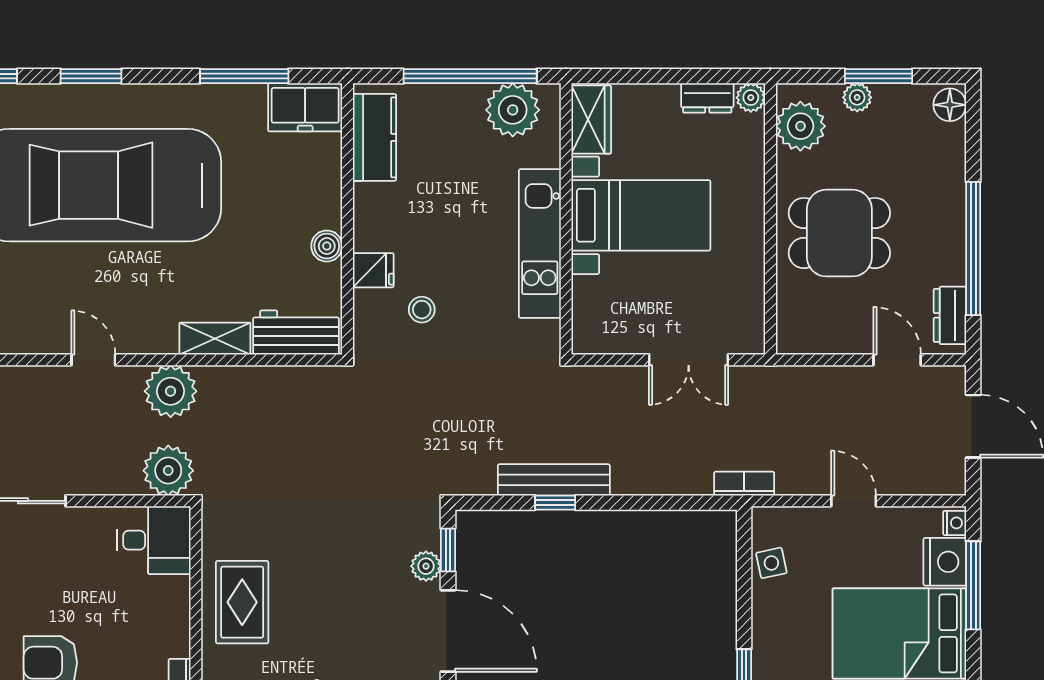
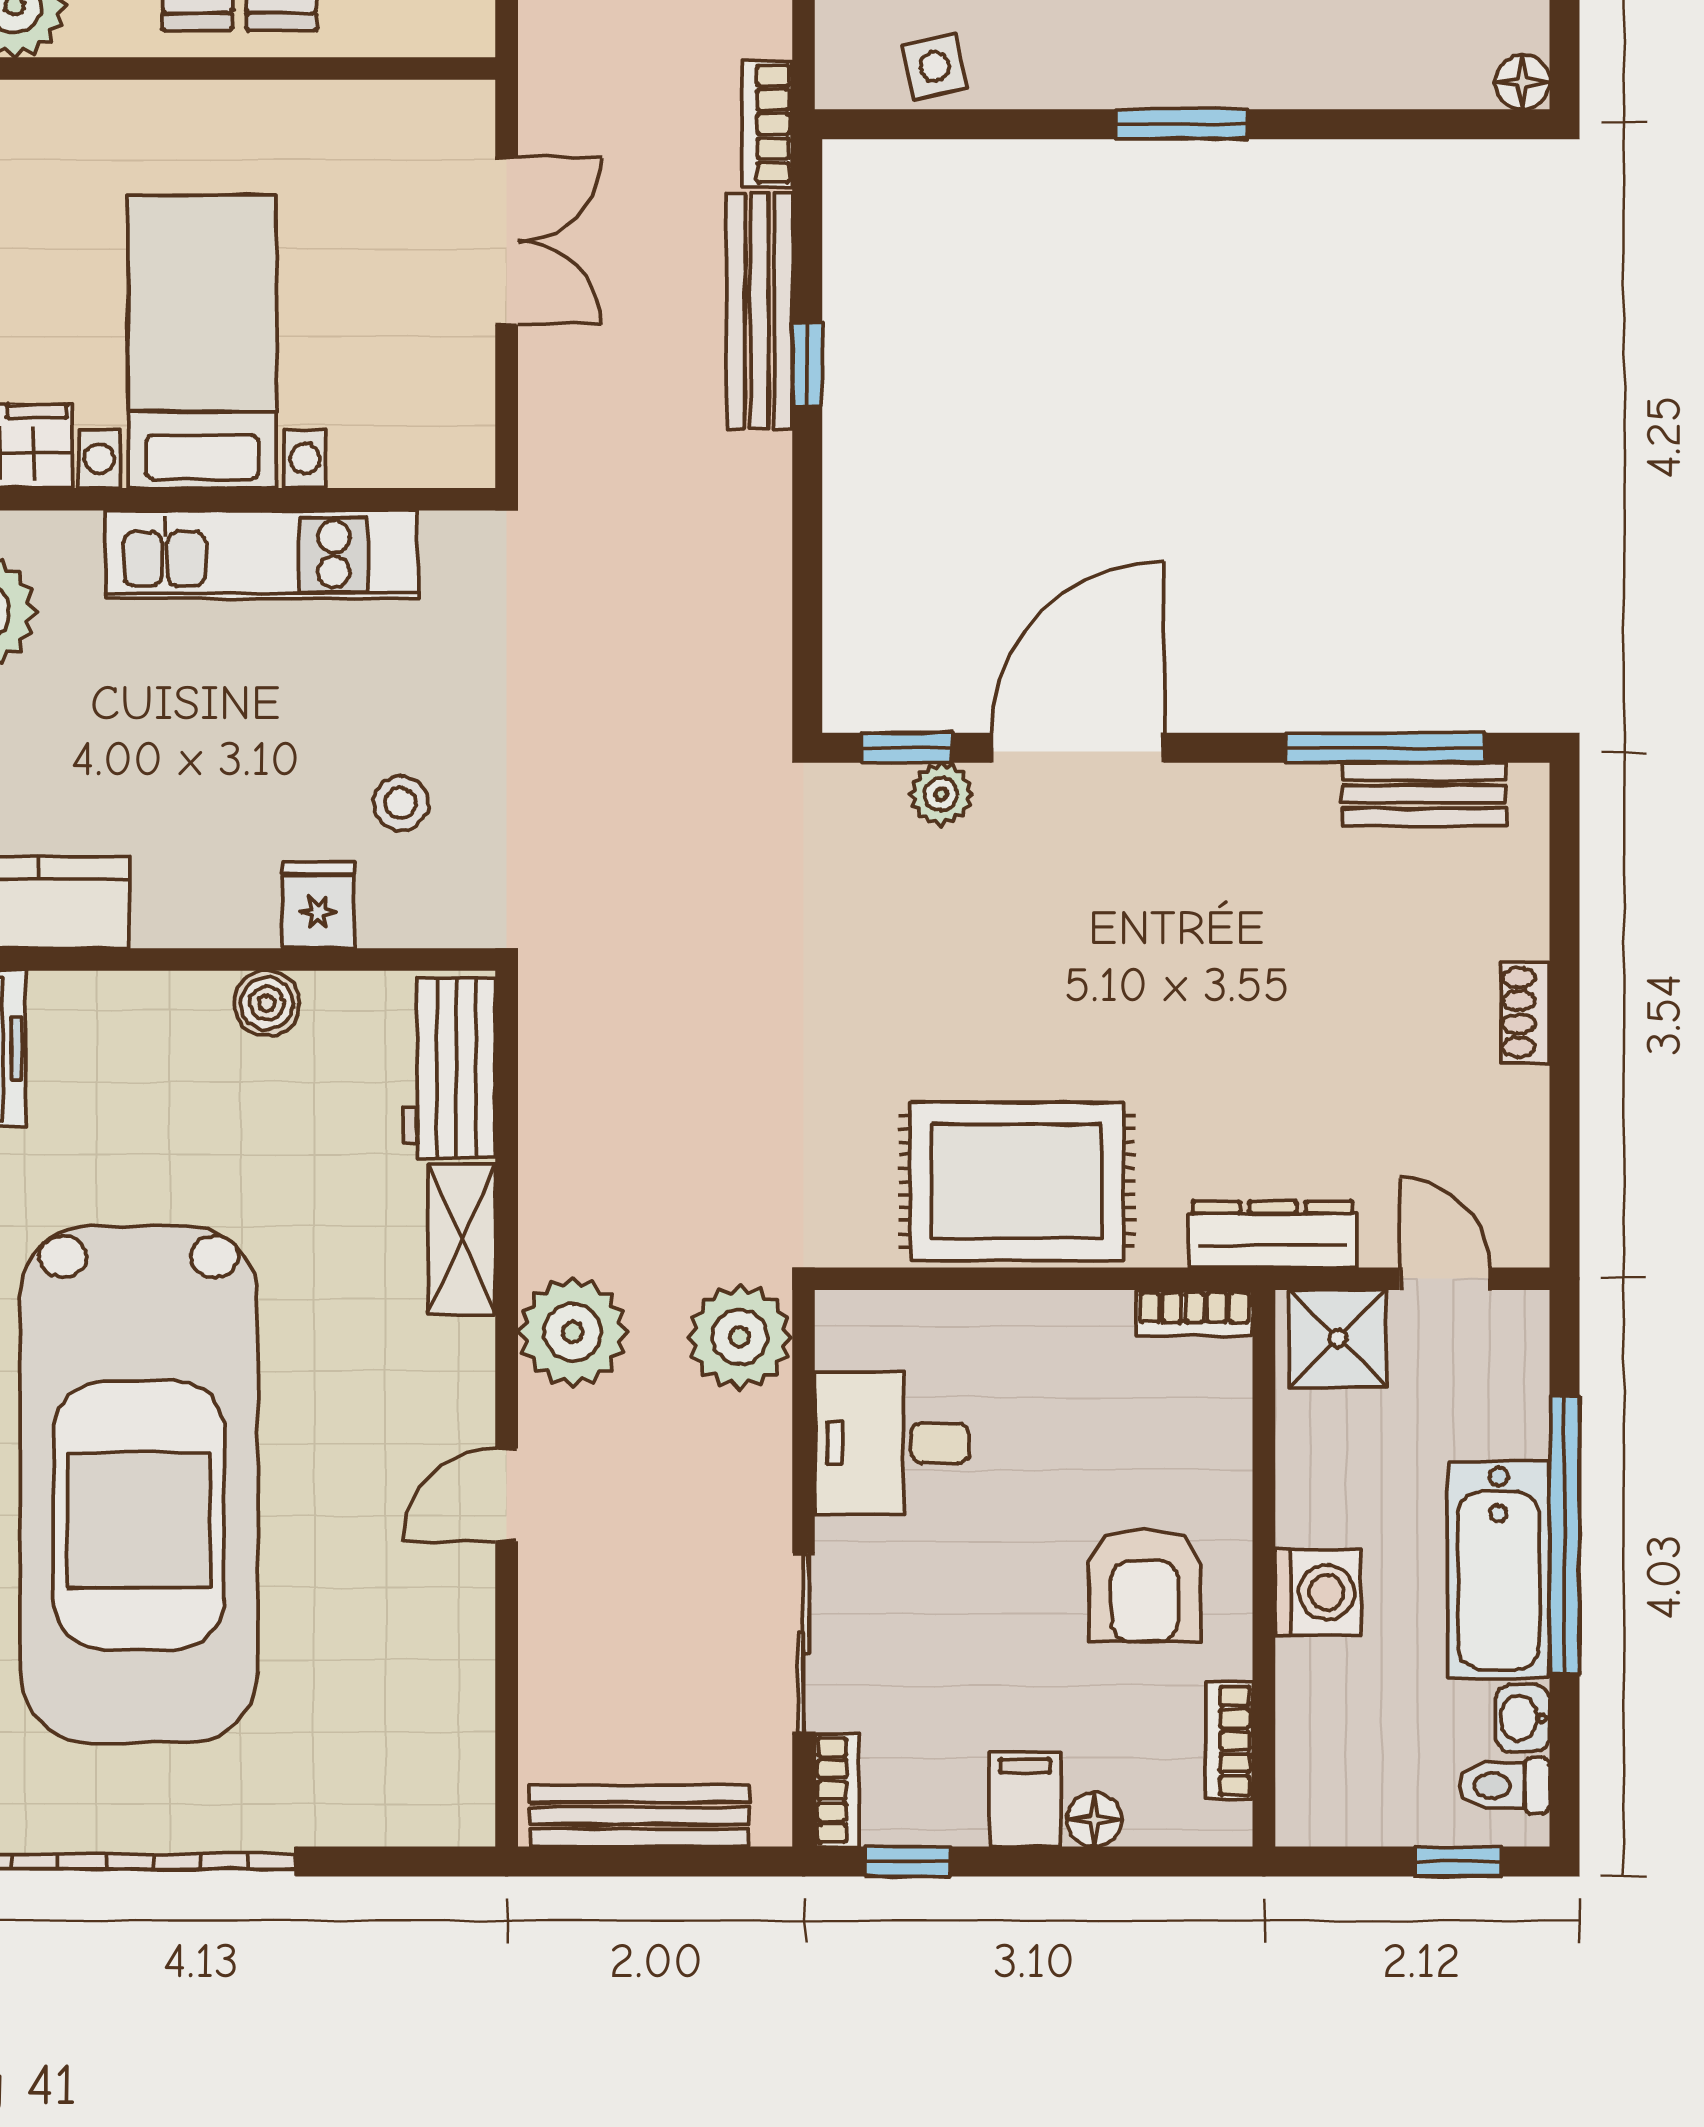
bench: (554, 480) -> (759, 311), moved
window: (555, 503) -> (807, 365), moved
desk: (154, 540) -> (892, 1443), moved, turned -90
rug: (242, 602) -> (1017, 1181), width x1.36, depth x1.43

